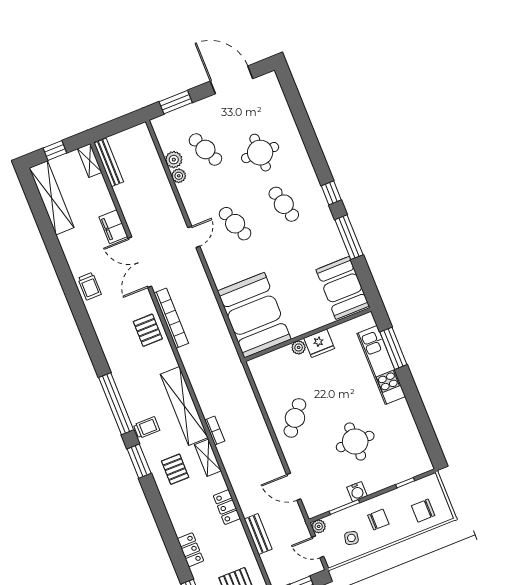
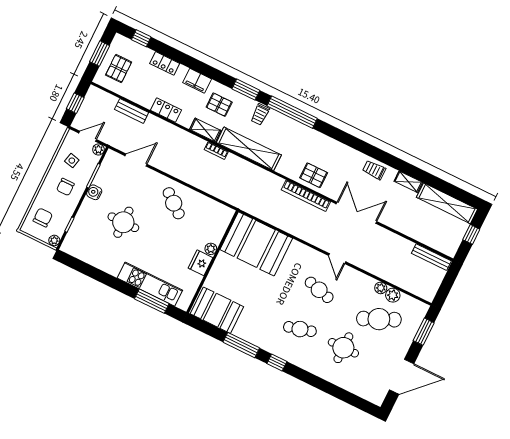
cafe table: (205, 149) -> (379, 319), width x1.37, depth x1.35
shelving: (90, 161) -> (408, 182), moved
cafe table: (235, 224) -> (319, 290), turned 36
filing cabinet: (113, 227) -> (197, 81), moved, turned 180
plant: (431, 481) -> (54, 240), added

